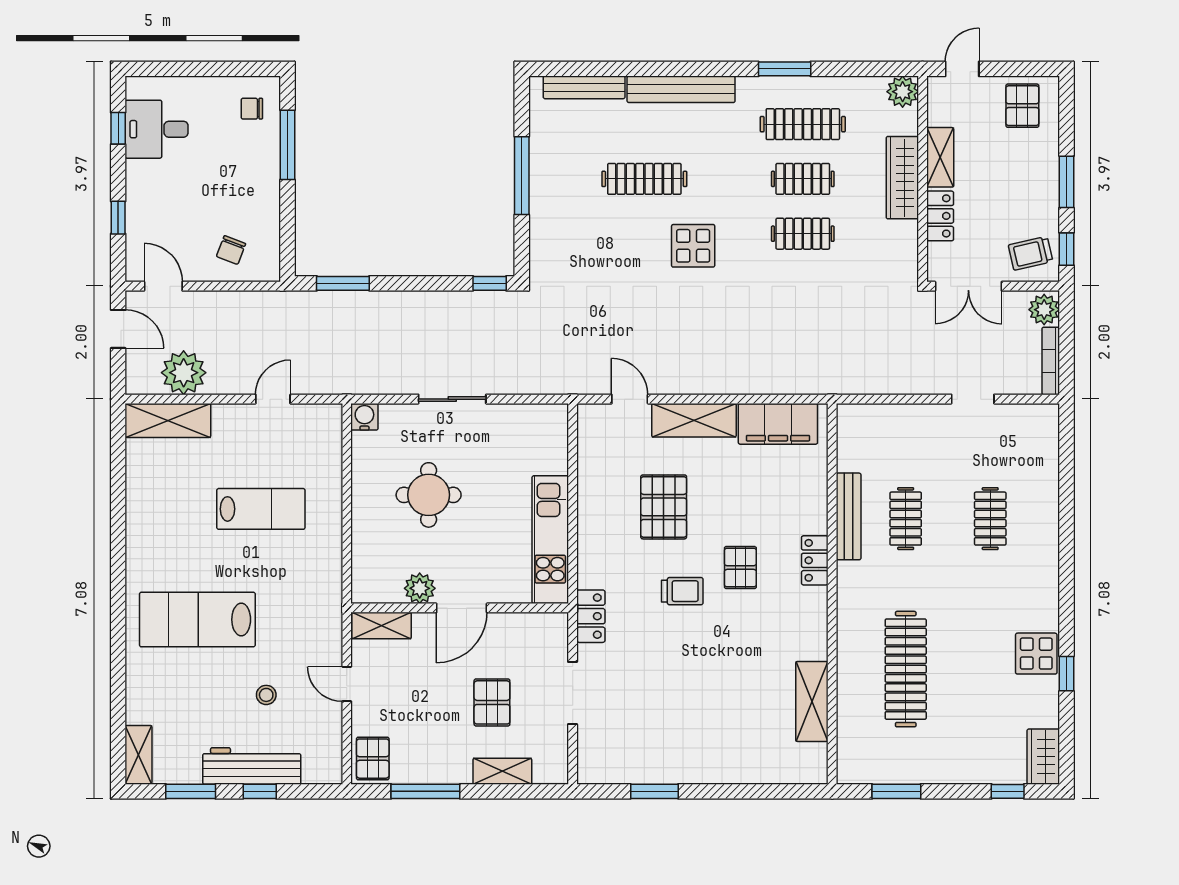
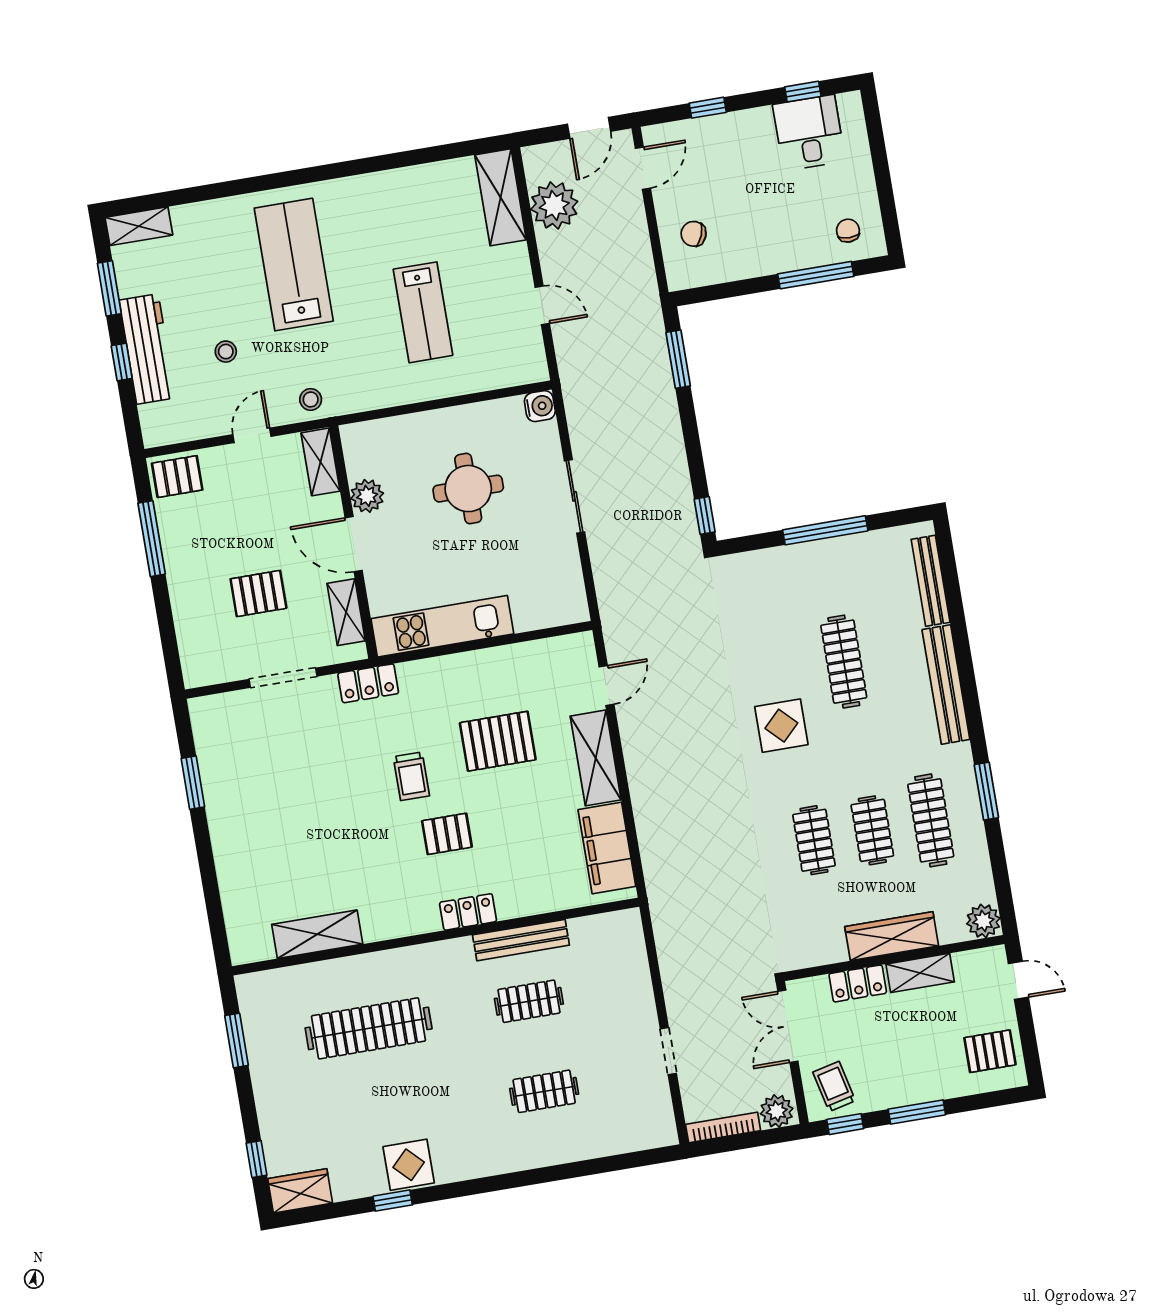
stool: (323, 625) -> (311, 399), added
shelving: (502, 771) -> (346, 612), moved

